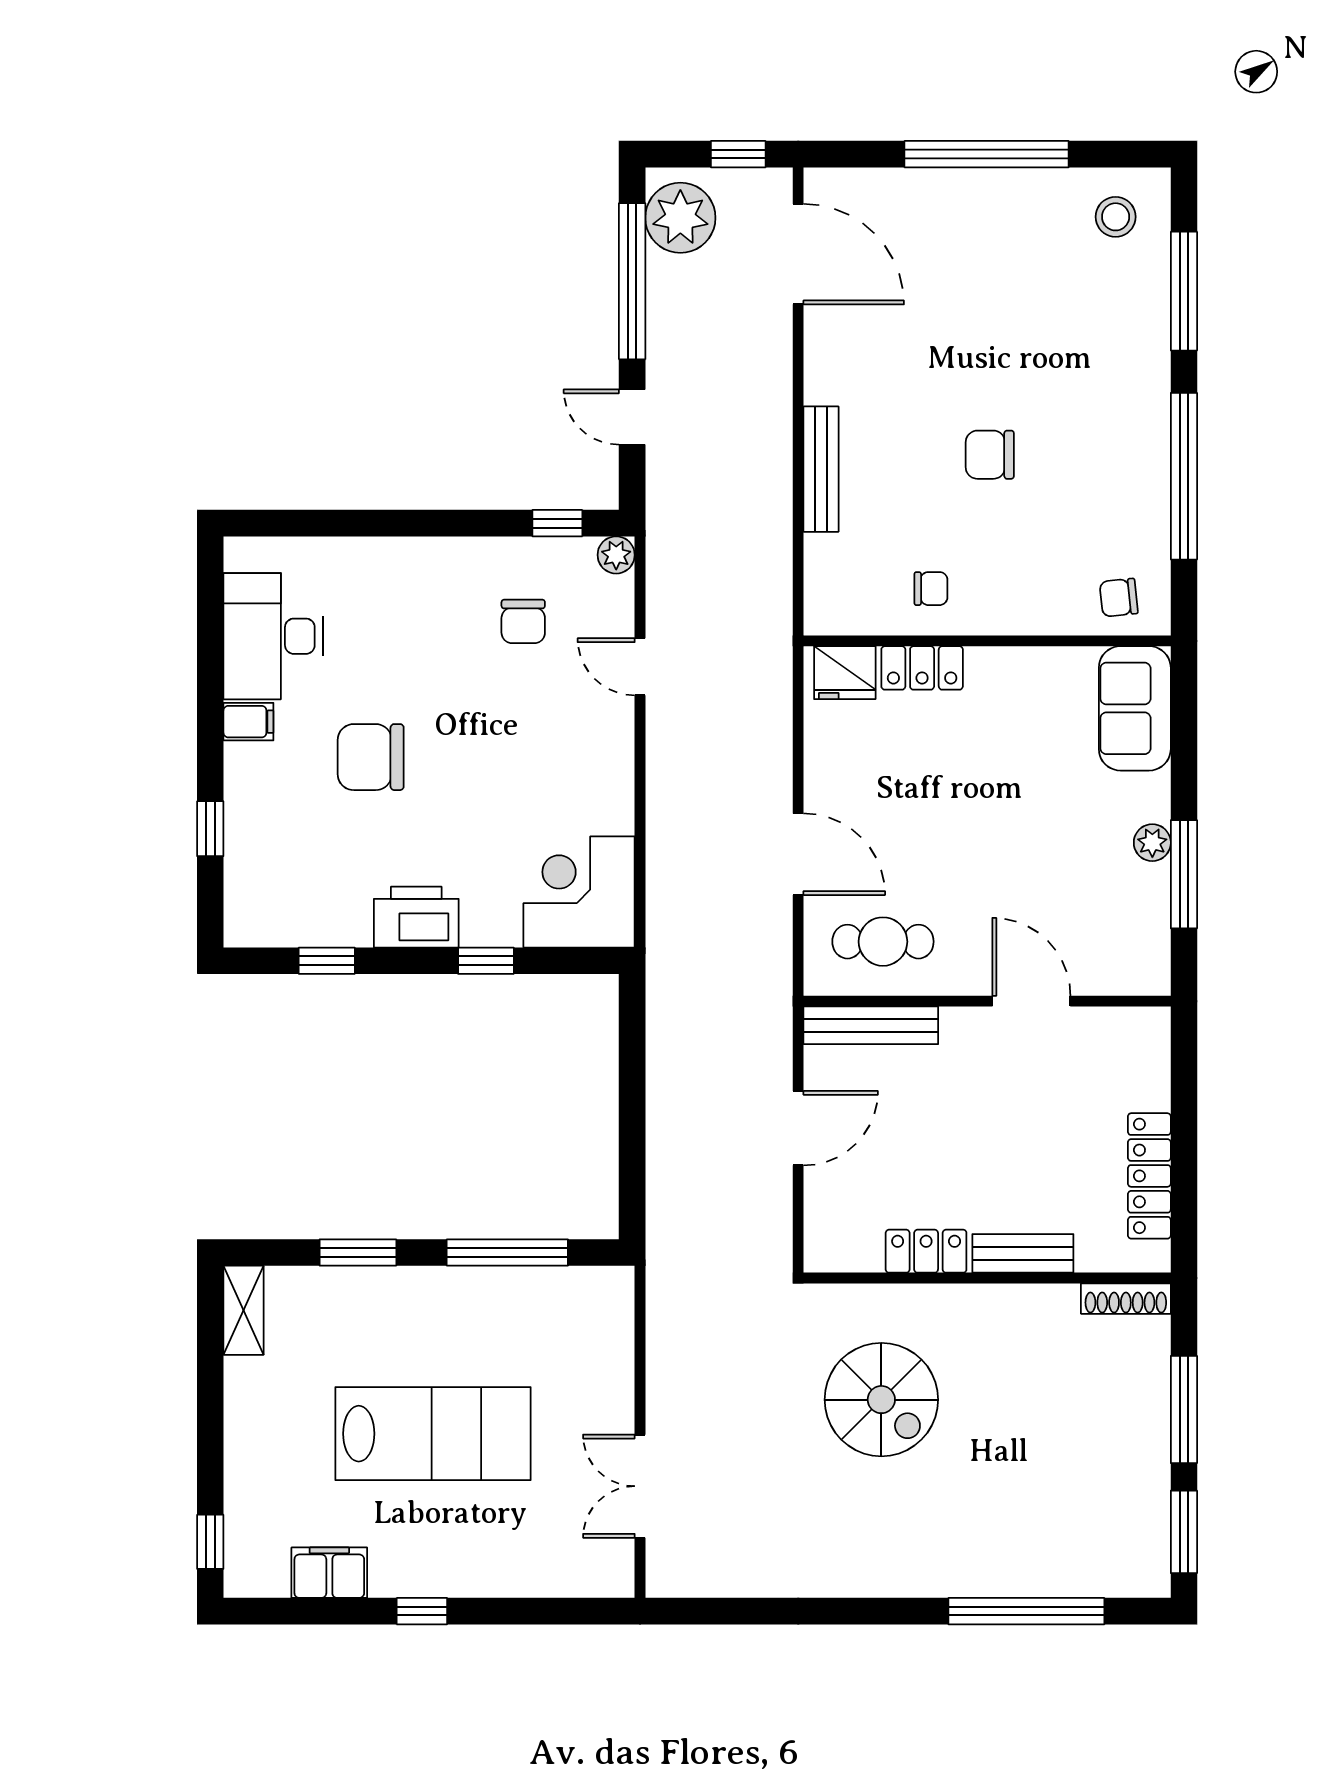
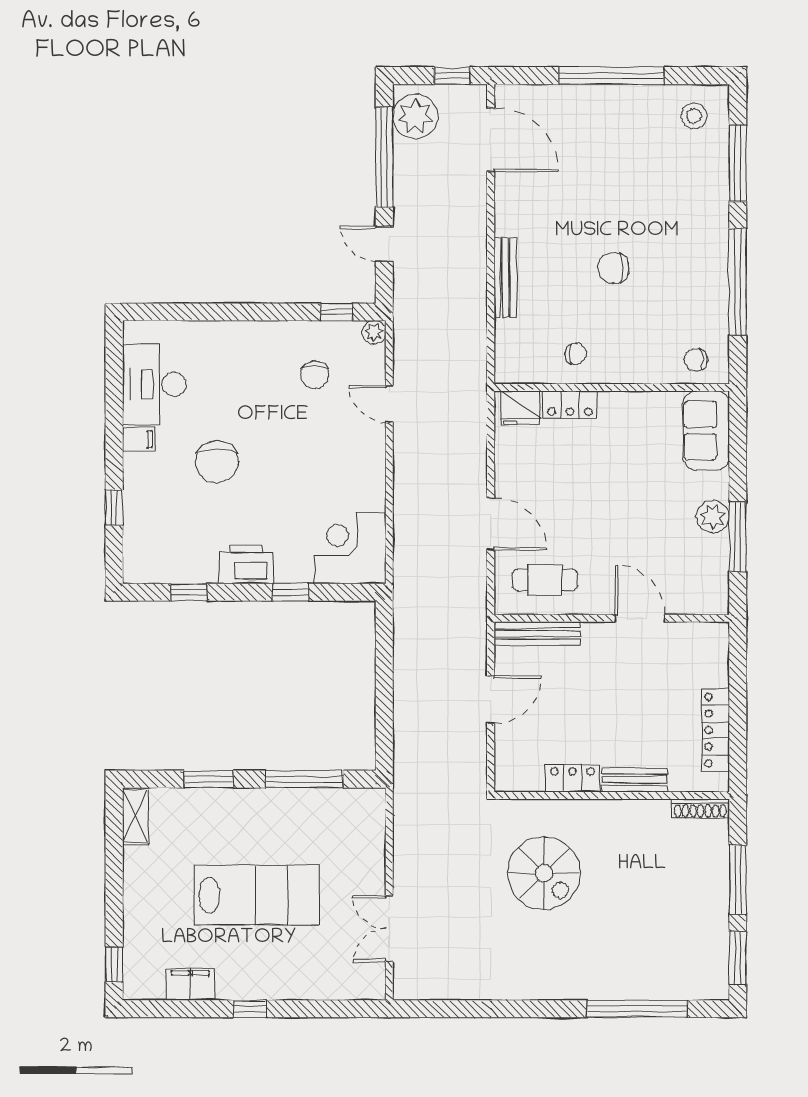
chair: (371, 757) -> (217, 462), turned -90
plant: (1152, 843) -> (713, 517), width x1.38, depth x1.38

